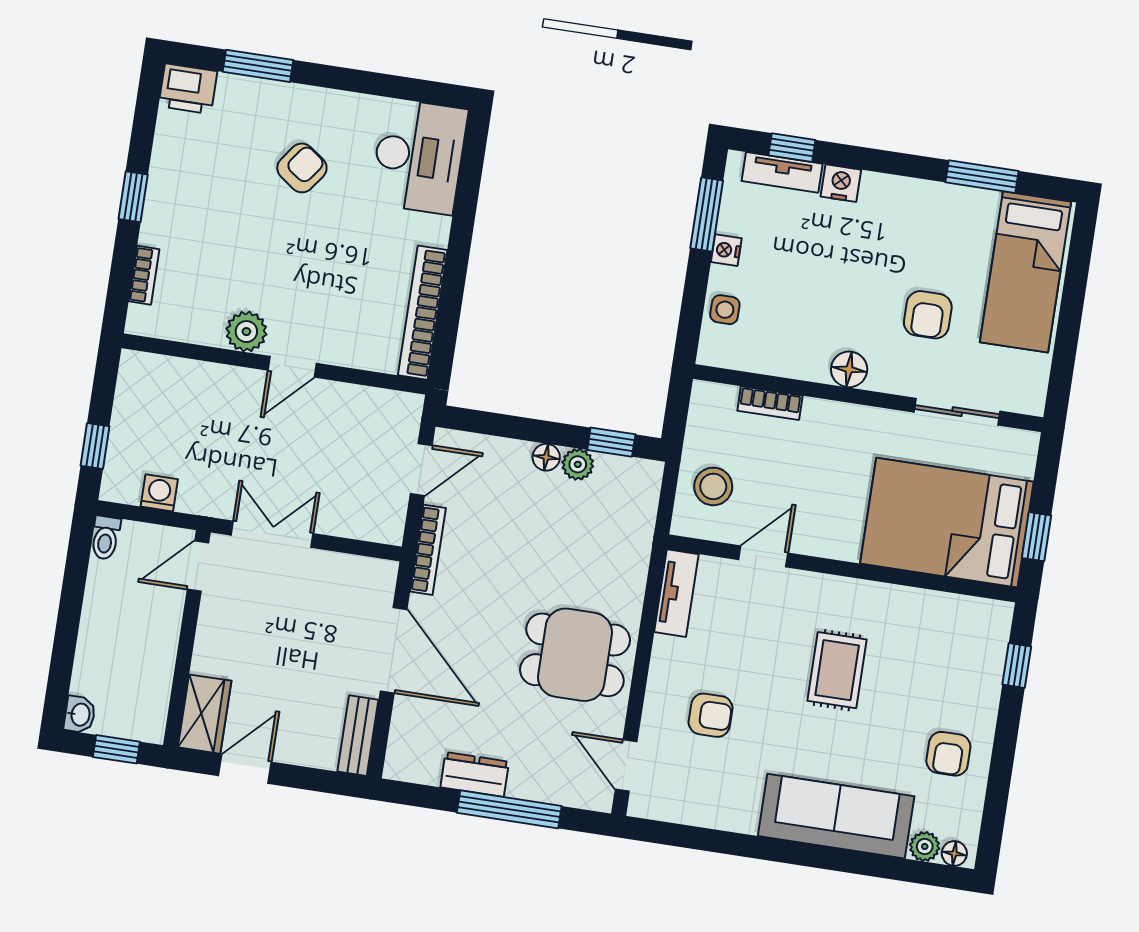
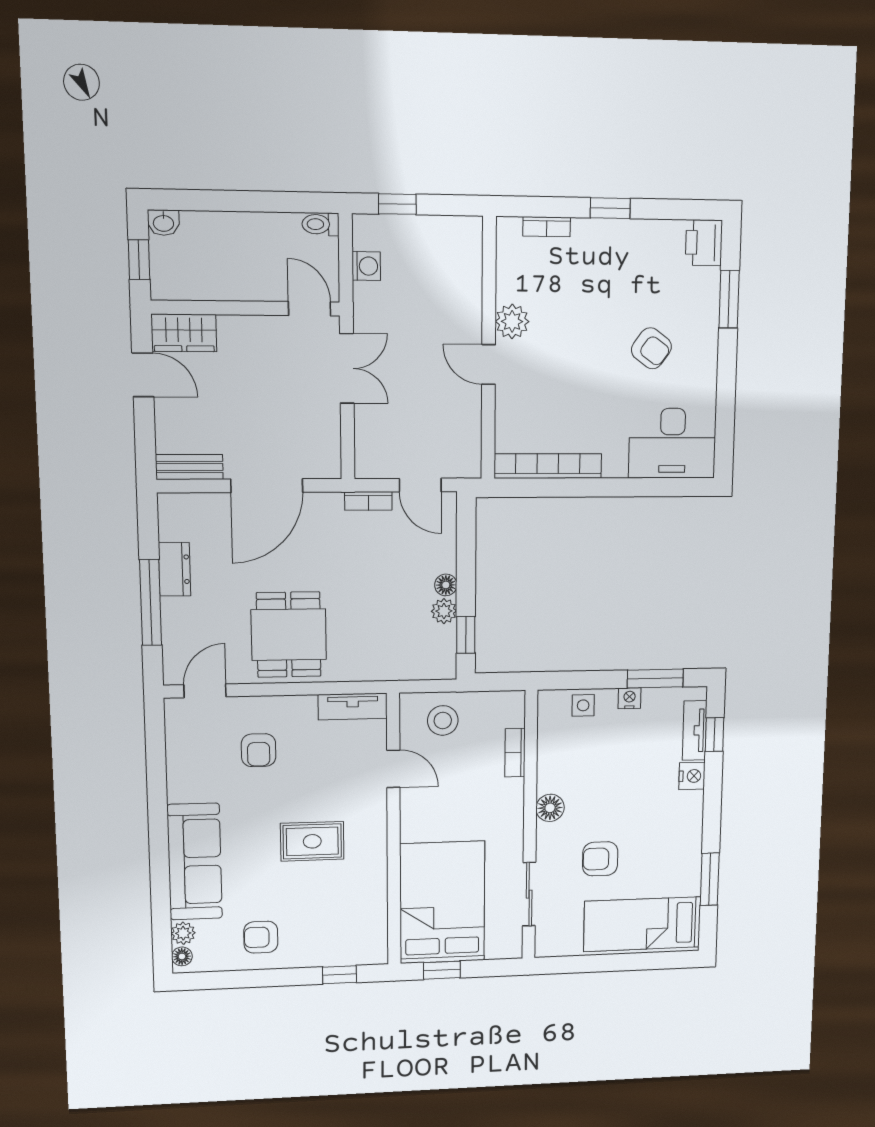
bookcase: (428, 550) -> (368, 501), width x0.64

